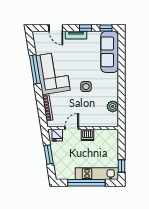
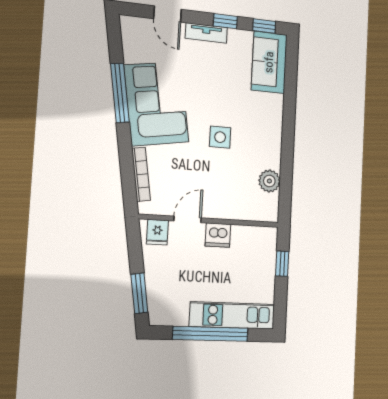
sofa: (110, 52) -> (269, 62), width x0.73
window: (49, 155) -> (139, 293), moved
window: (121, 166) -> (282, 264), moved

